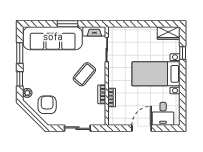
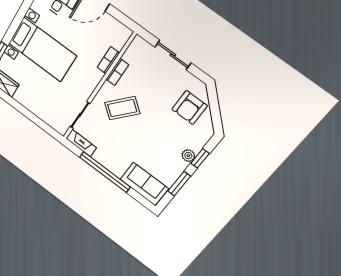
window: (67, 24) -> (105, 172), width x2.11
sofa: (53, 38) -> (144, 184), width x0.54, depth x0.79
plant: (27, 93) -> (188, 156), moved

